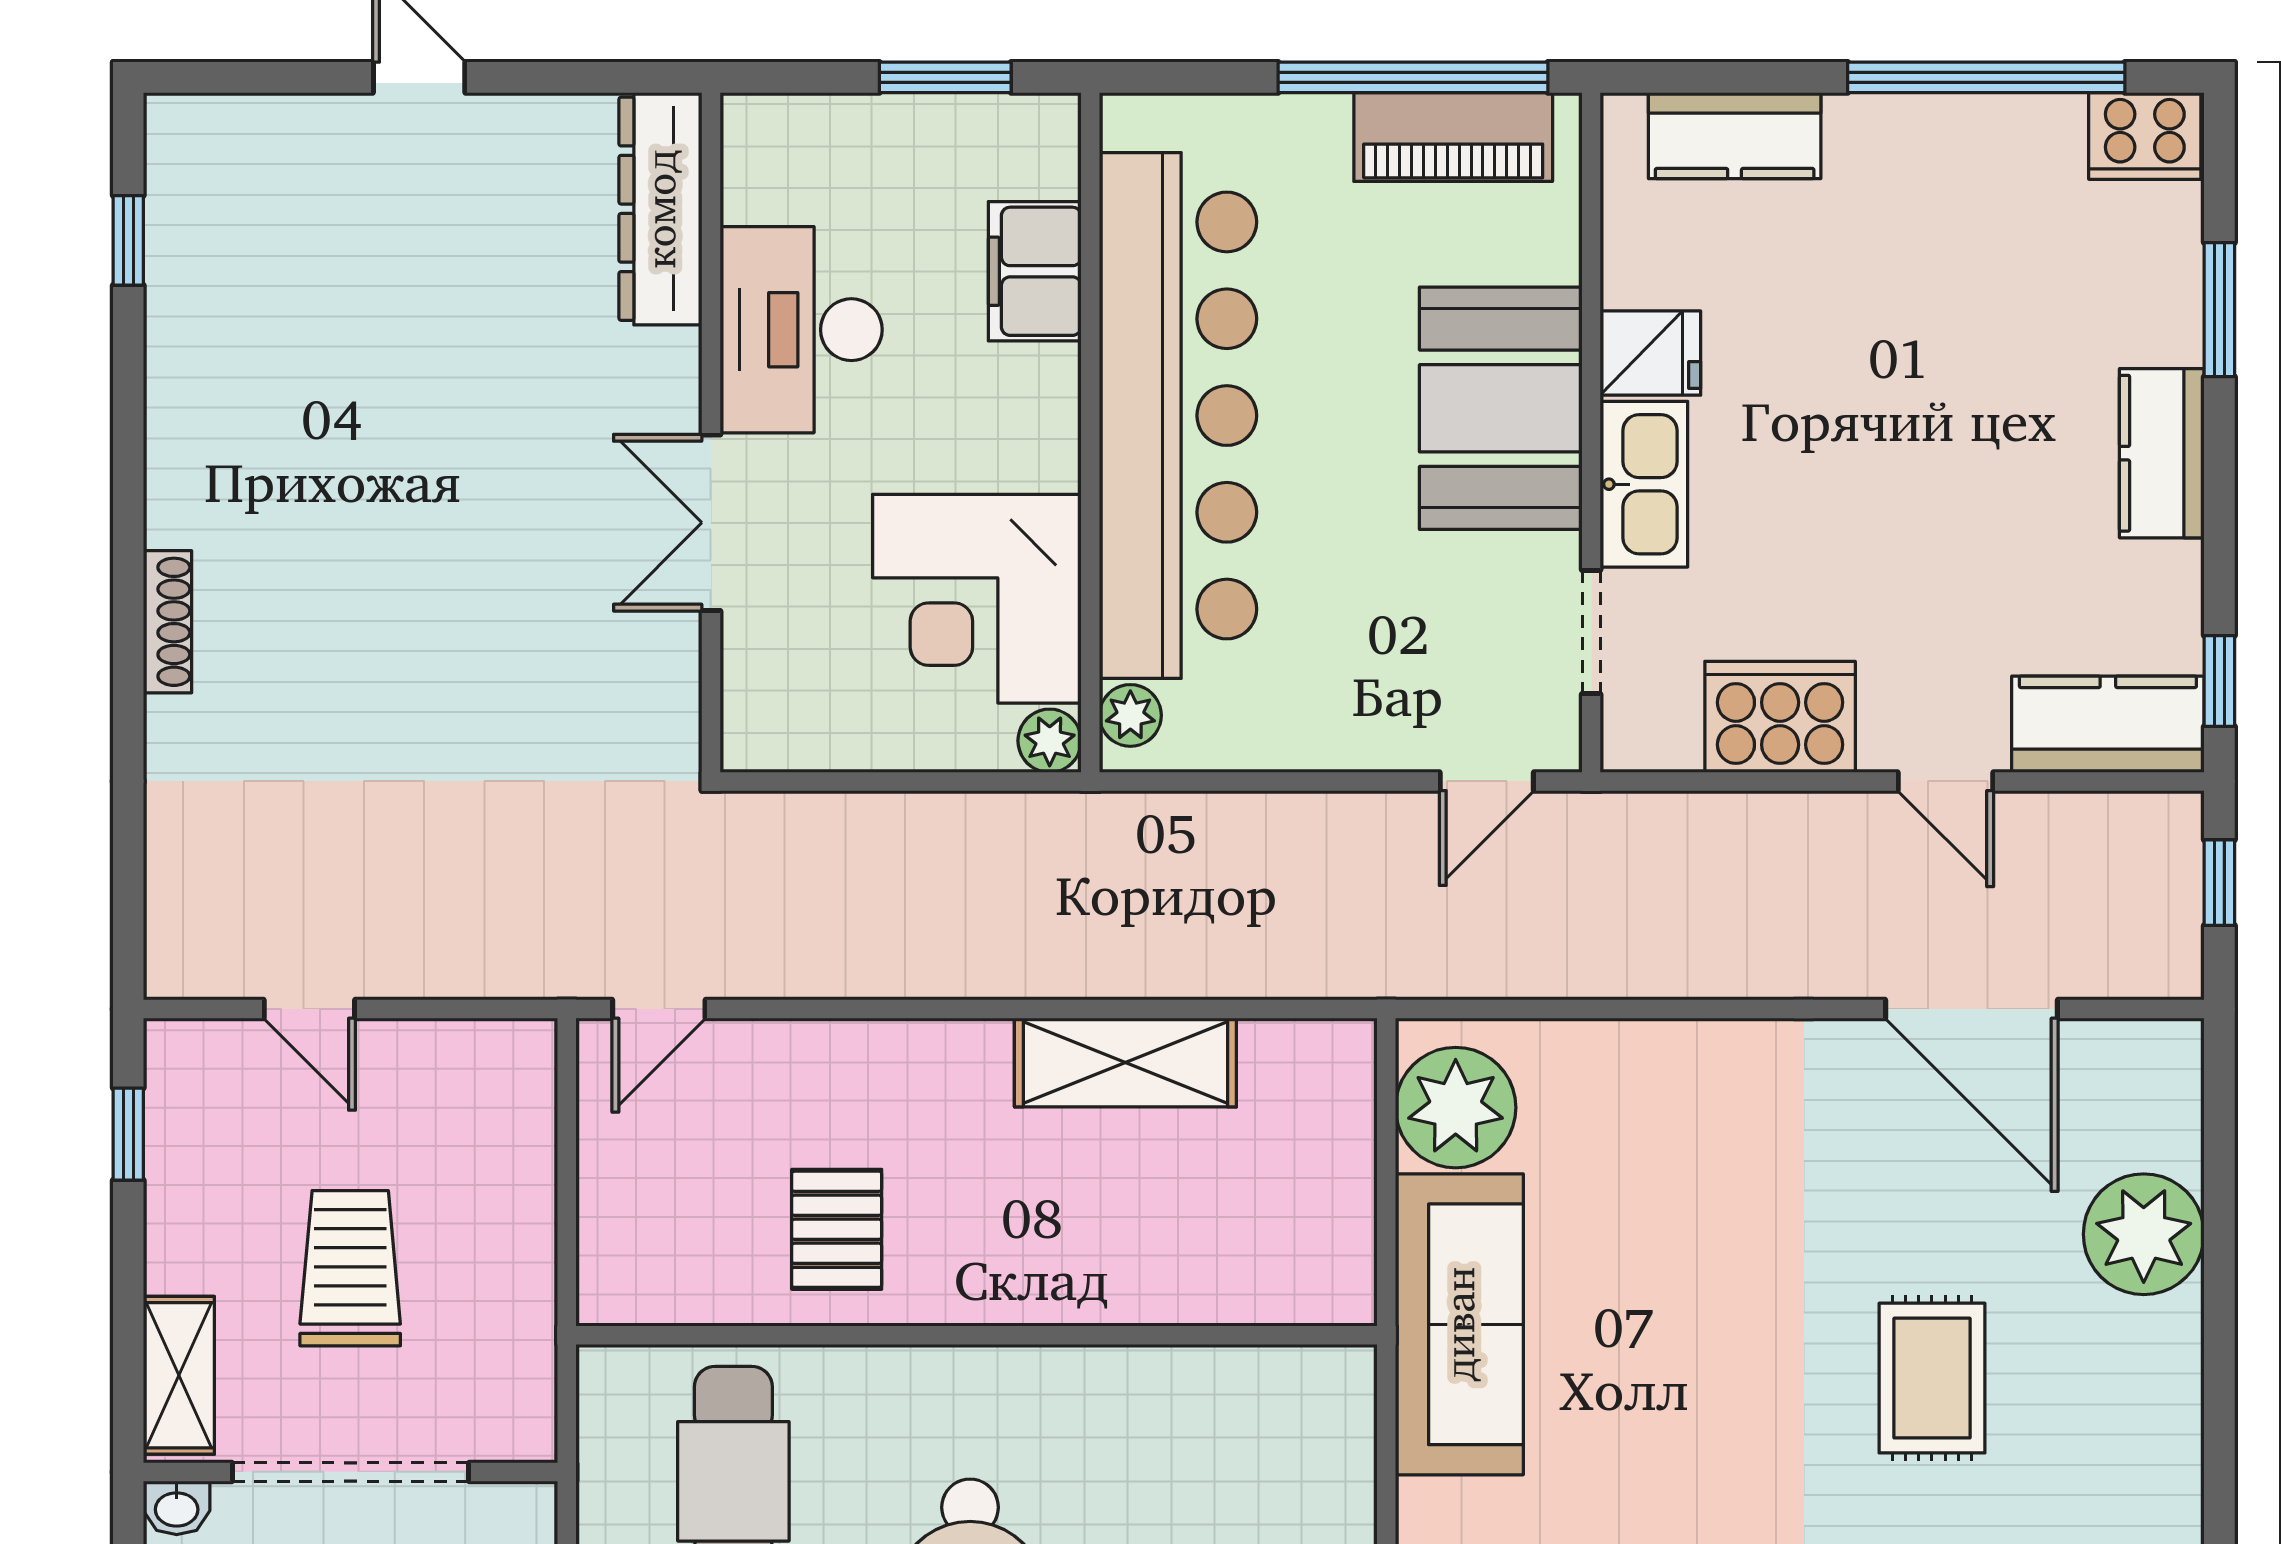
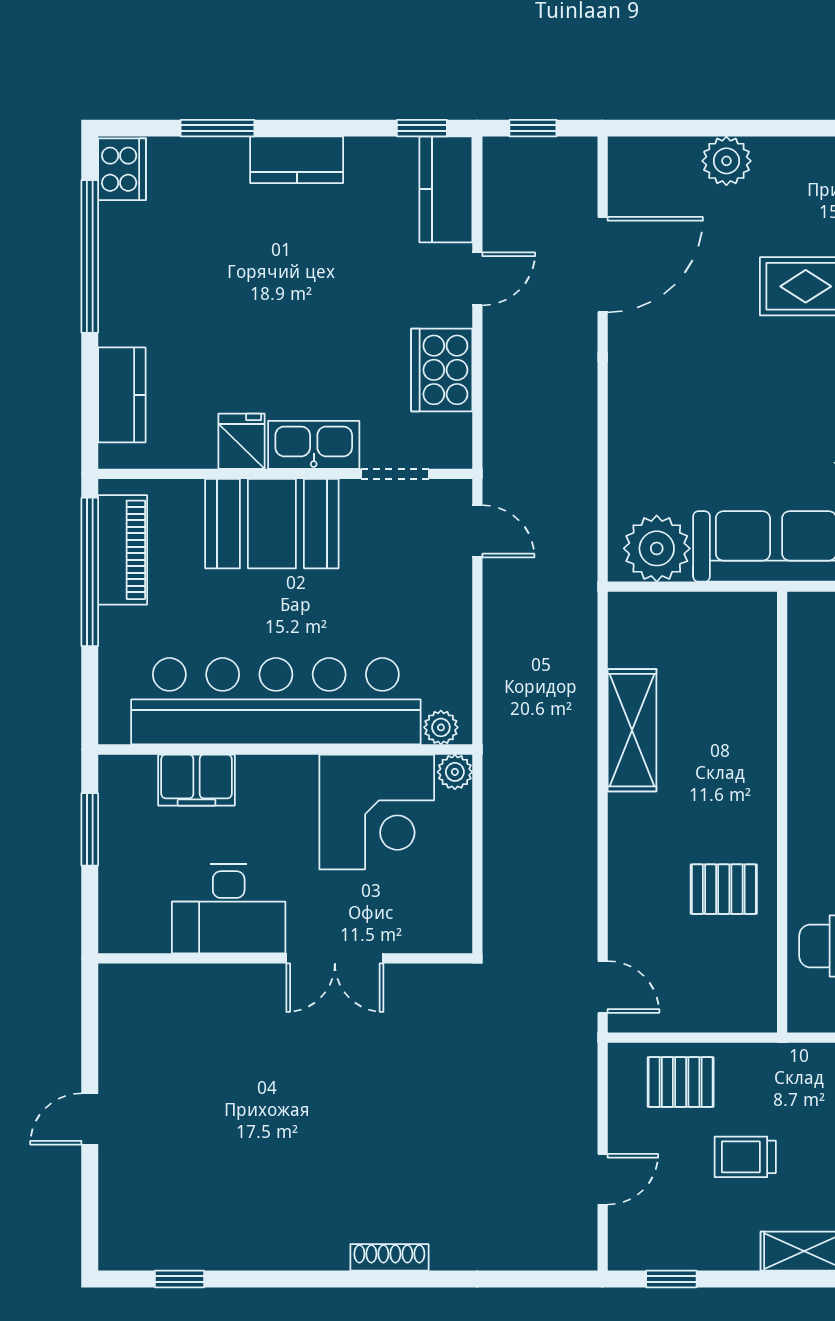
dresser: (660, 209) -> (162, 986), removed
pallet: (486, 1151) -> (681, 1082), added
plant: (2144, 1234) -> (726, 161), width x0.73, depth x0.73
trolley: (350, 1268) -> (745, 1157), width x0.73, depth x0.72

